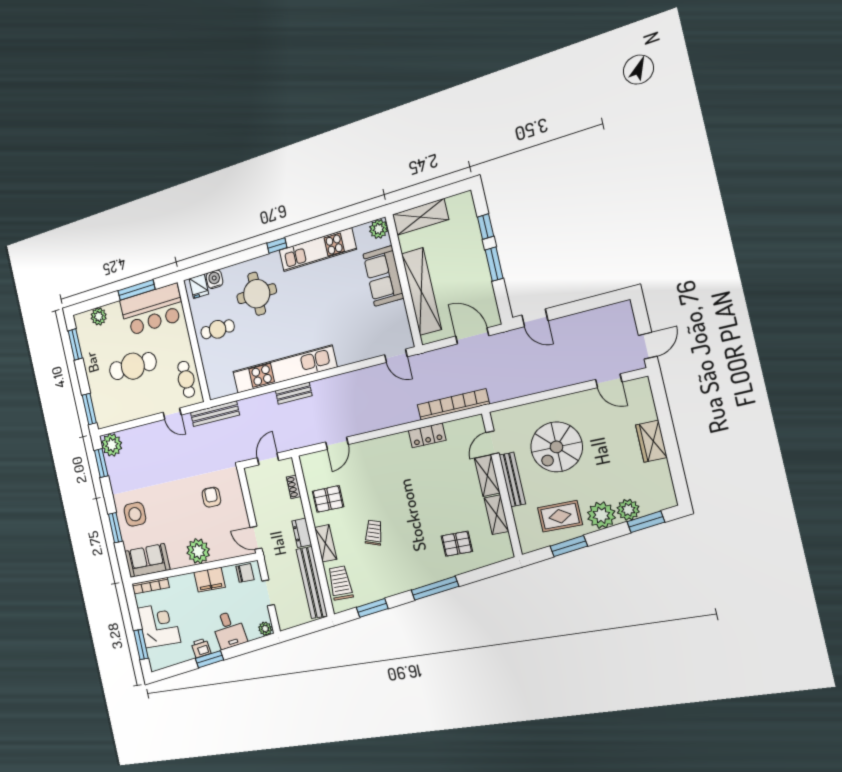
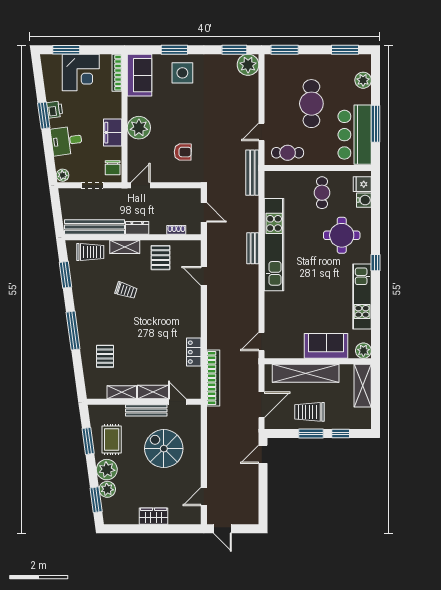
trolley: (467, 274) -> (310, 412), added

